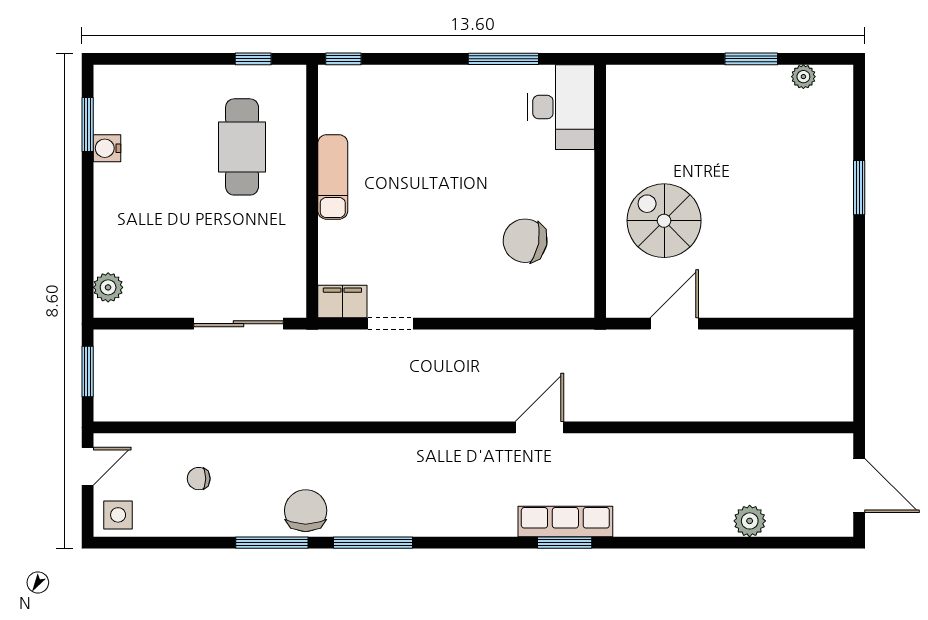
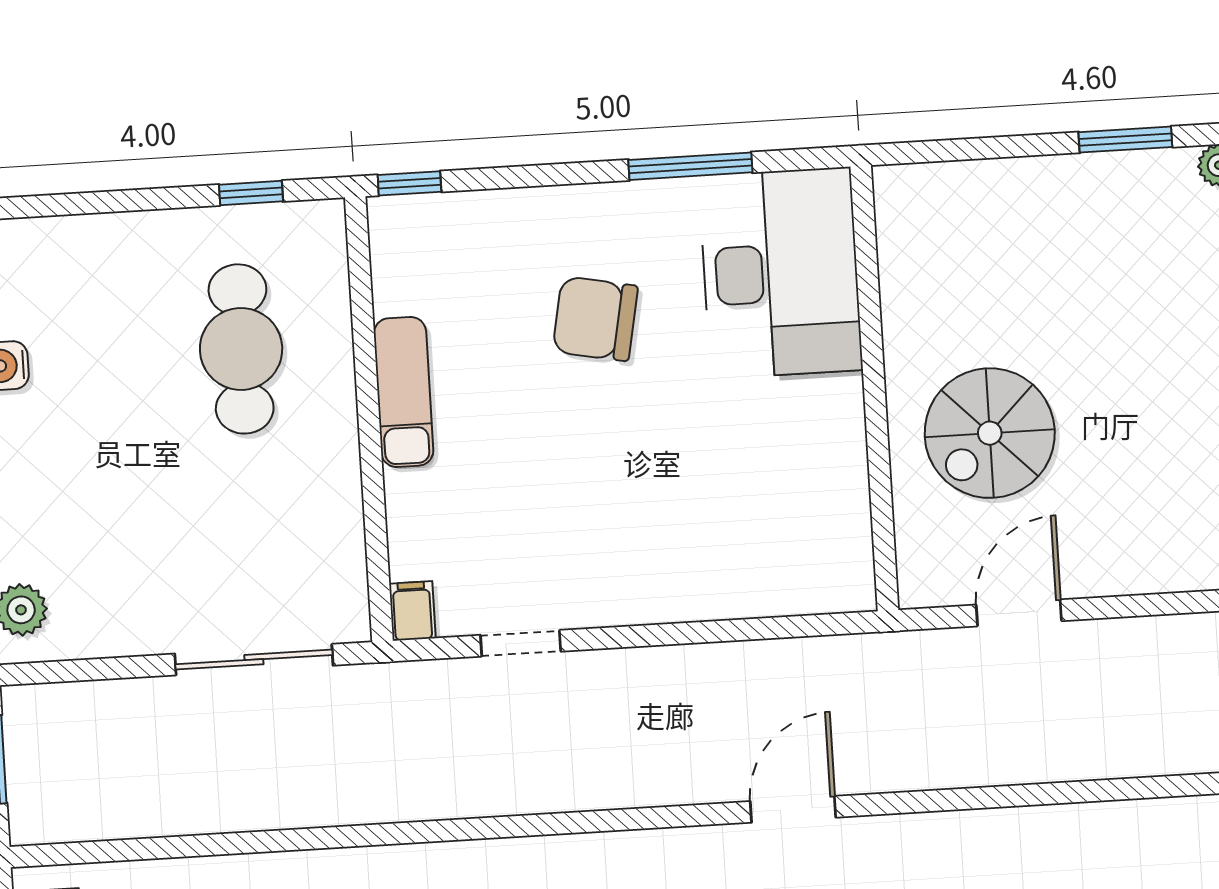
desk: (561, 107) -> (781, 273), width x1.36, depth x1.30
spiral stairs: (664, 221) -> (990, 433), turned -90
chair: (525, 241) -> (595, 319), moved
filing cabinet: (342, 302) -> (412, 611), width x0.50

